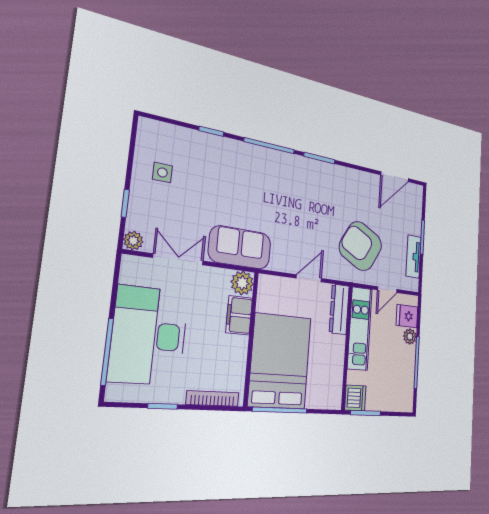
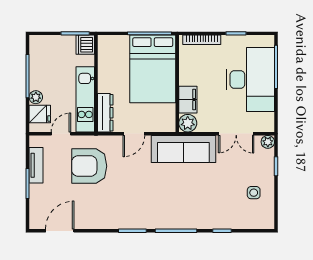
armchair: (361, 246) -> (89, 166), turned 151
sofa: (240, 247) -> (183, 149), width x1.36

